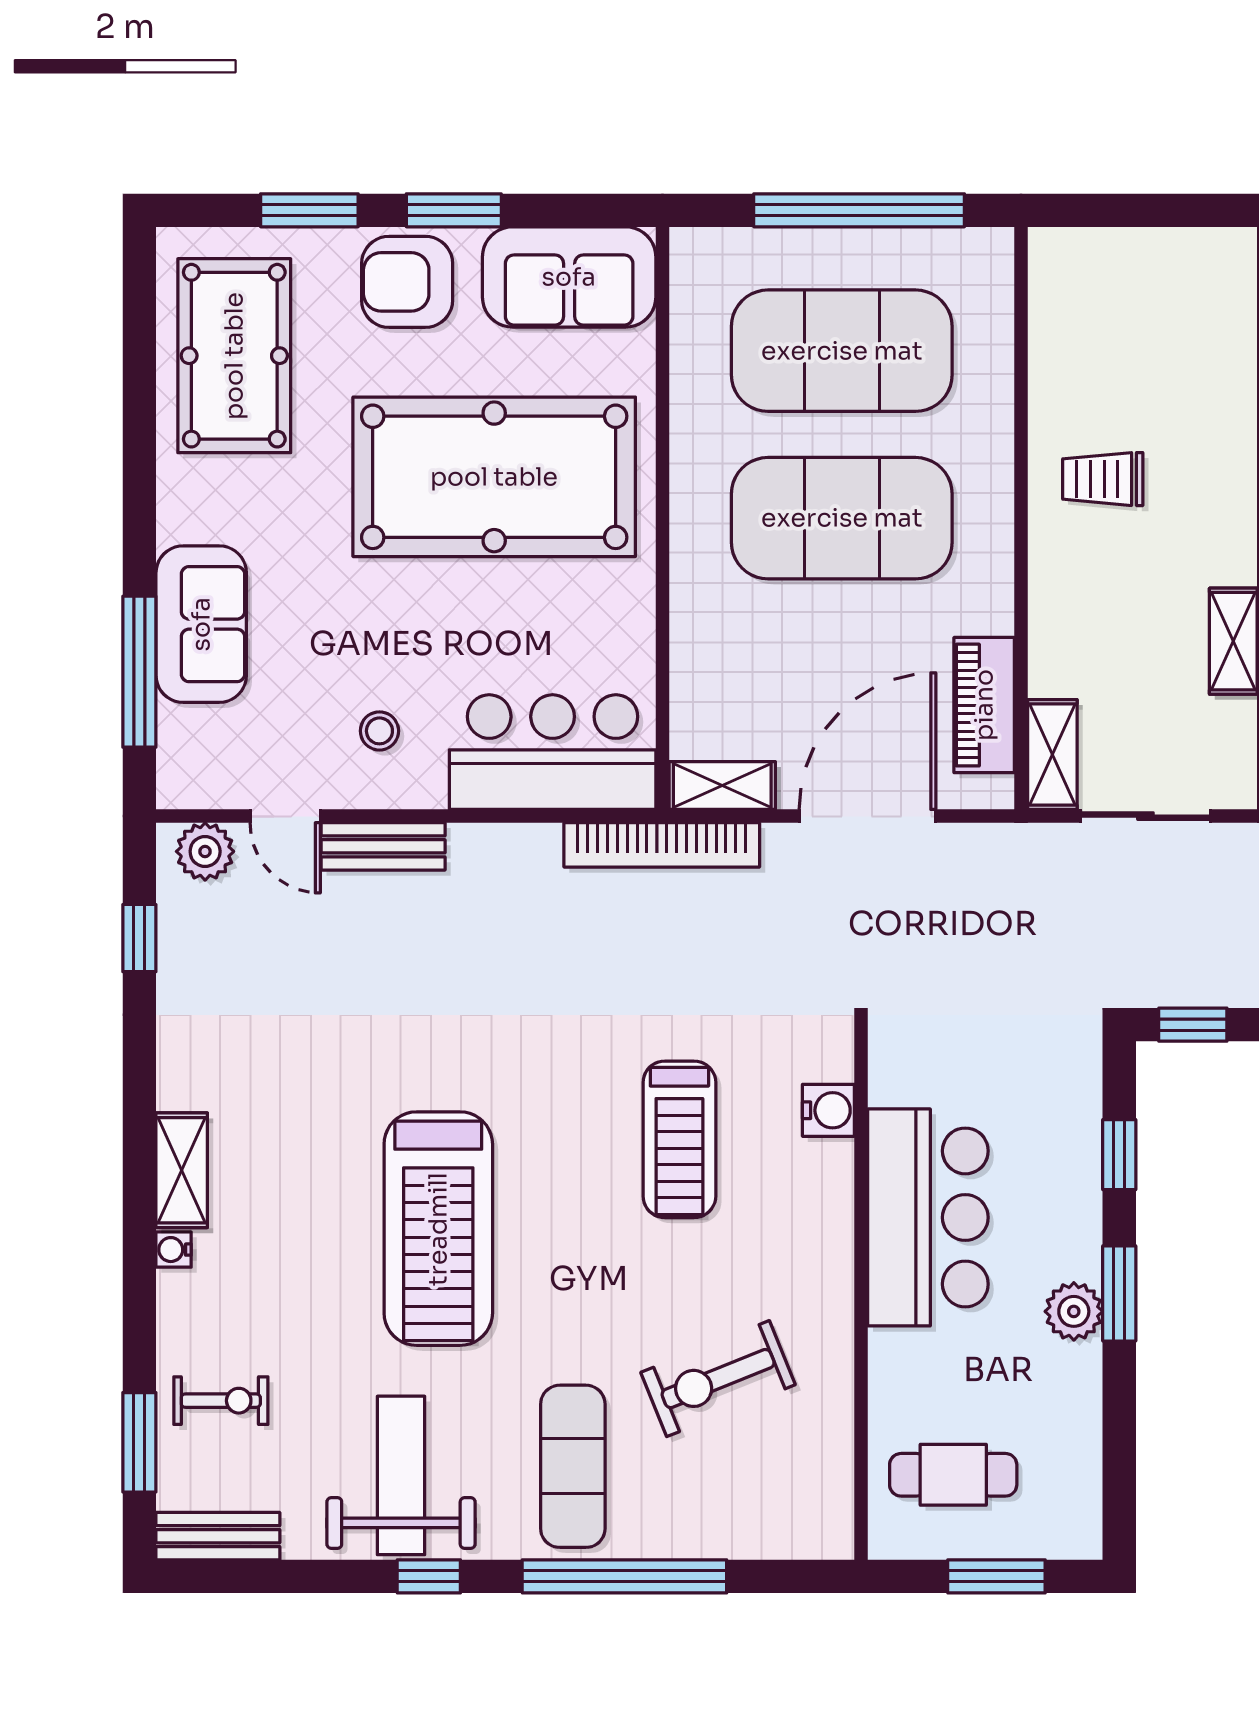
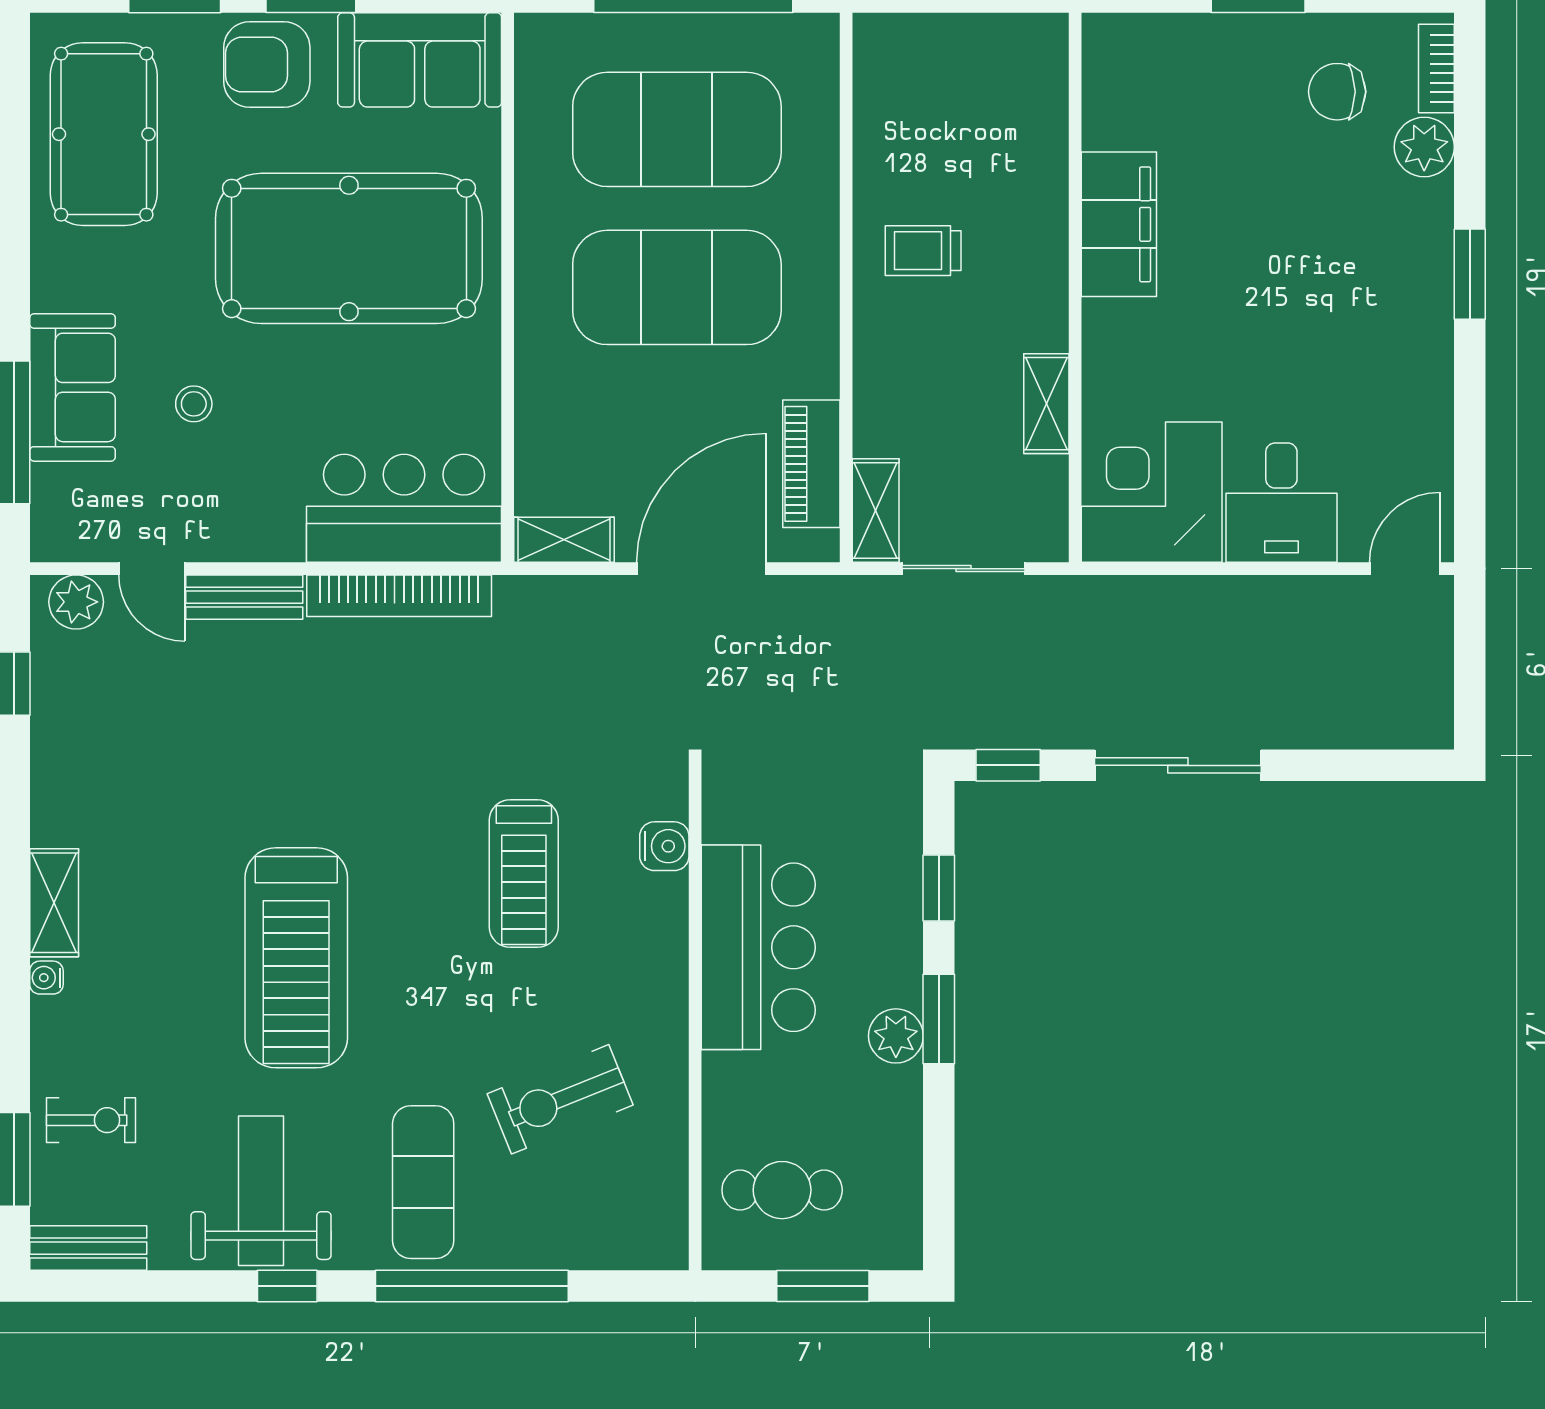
stool: (379, 731) -> (194, 404), moved
bookcase: (662, 845) -> (399, 596), moved

